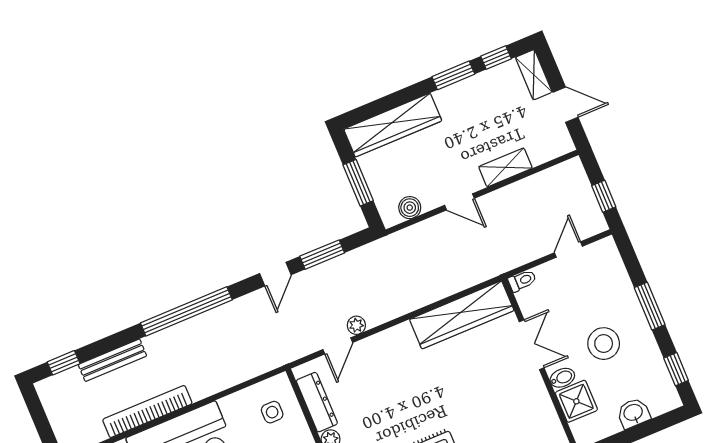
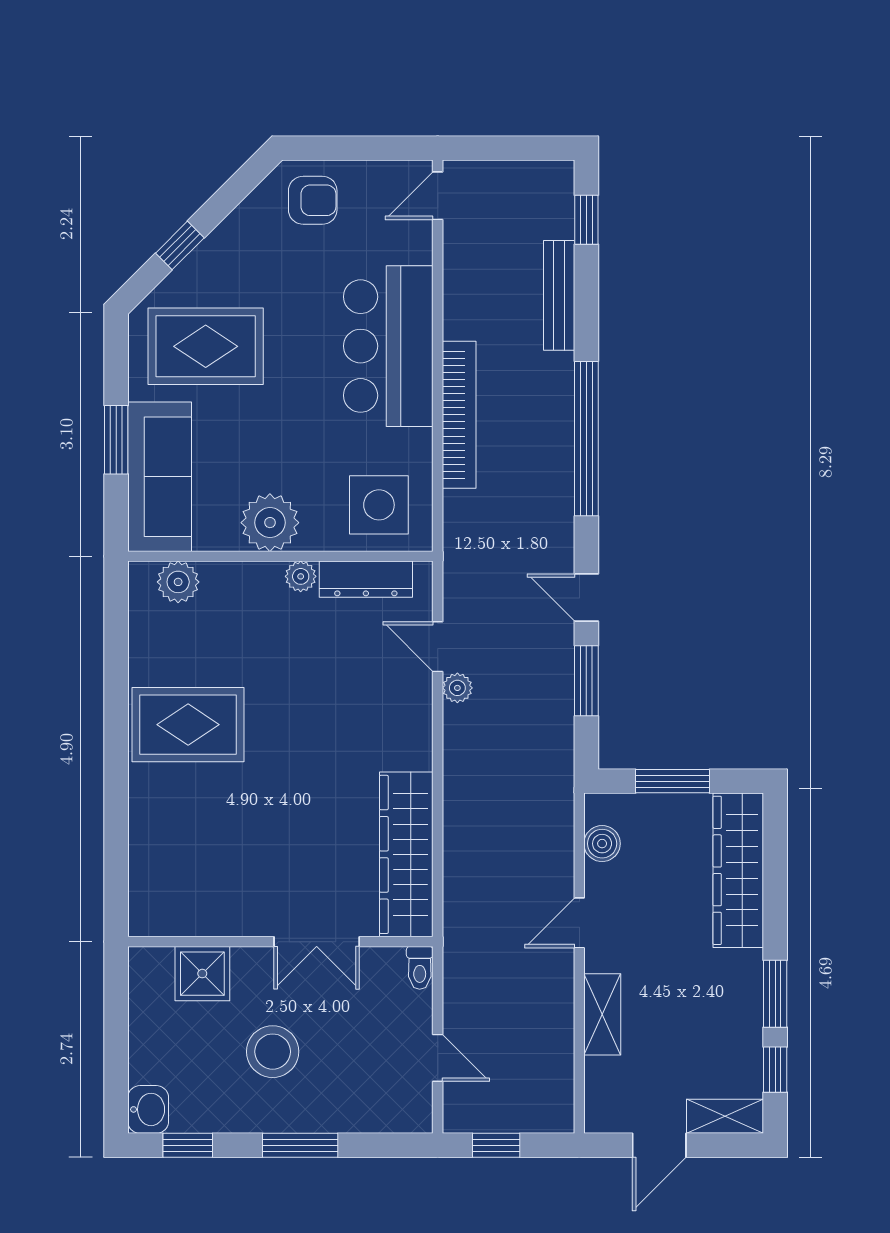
bidet: (562, 378) -> (247, 967), removed
bookcase: (147, 412) -> (459, 415), moved
side table: (272, 412) -> (379, 505), width x1.87, depth x1.87
washbasin: (633, 413) -> (148, 1109), moved

